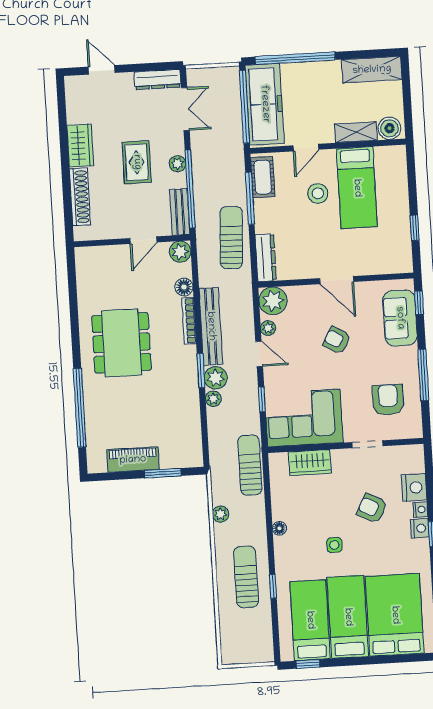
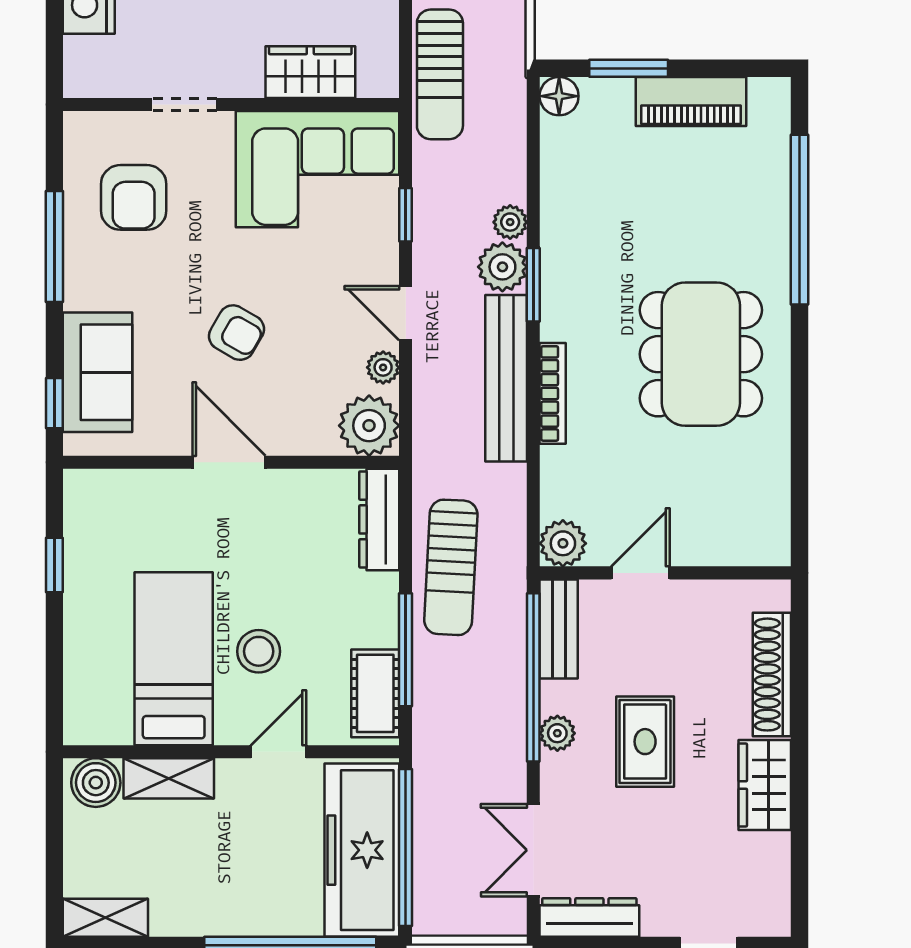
shelving: (372, 70) -> (105, 918), width x0.67, depth x0.75
floor lamp: (184, 287) -> (559, 96), moved

